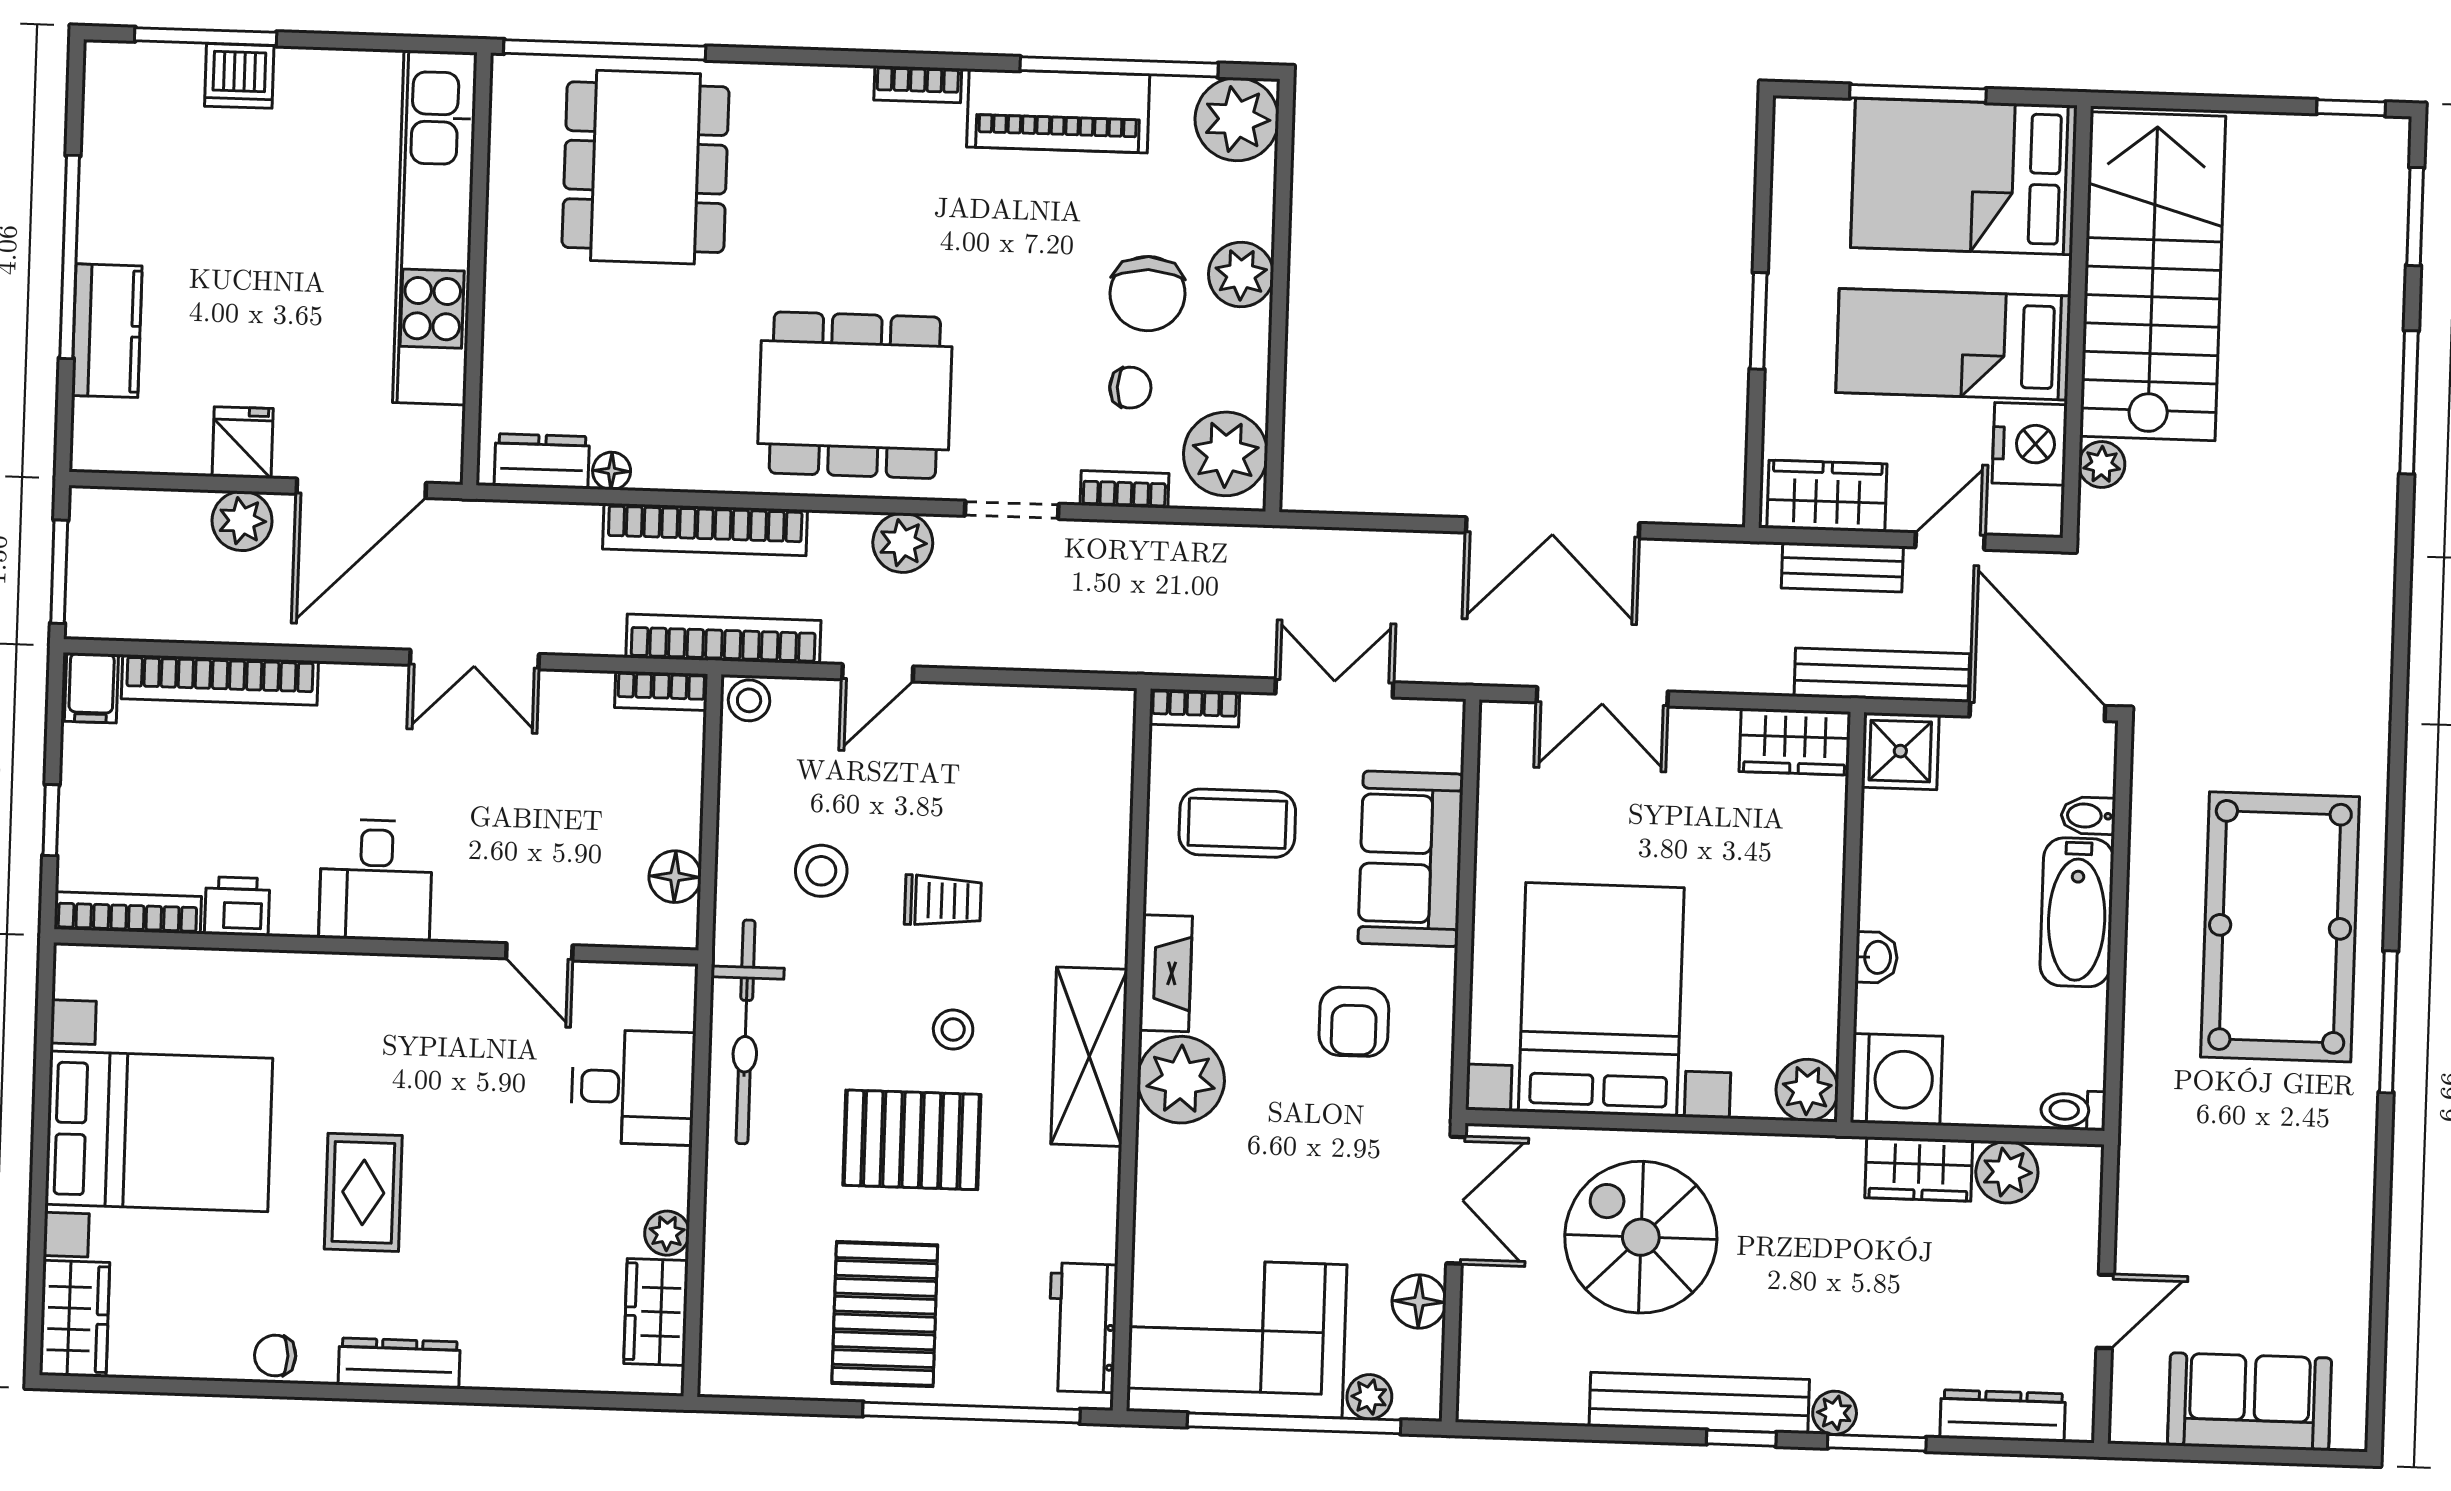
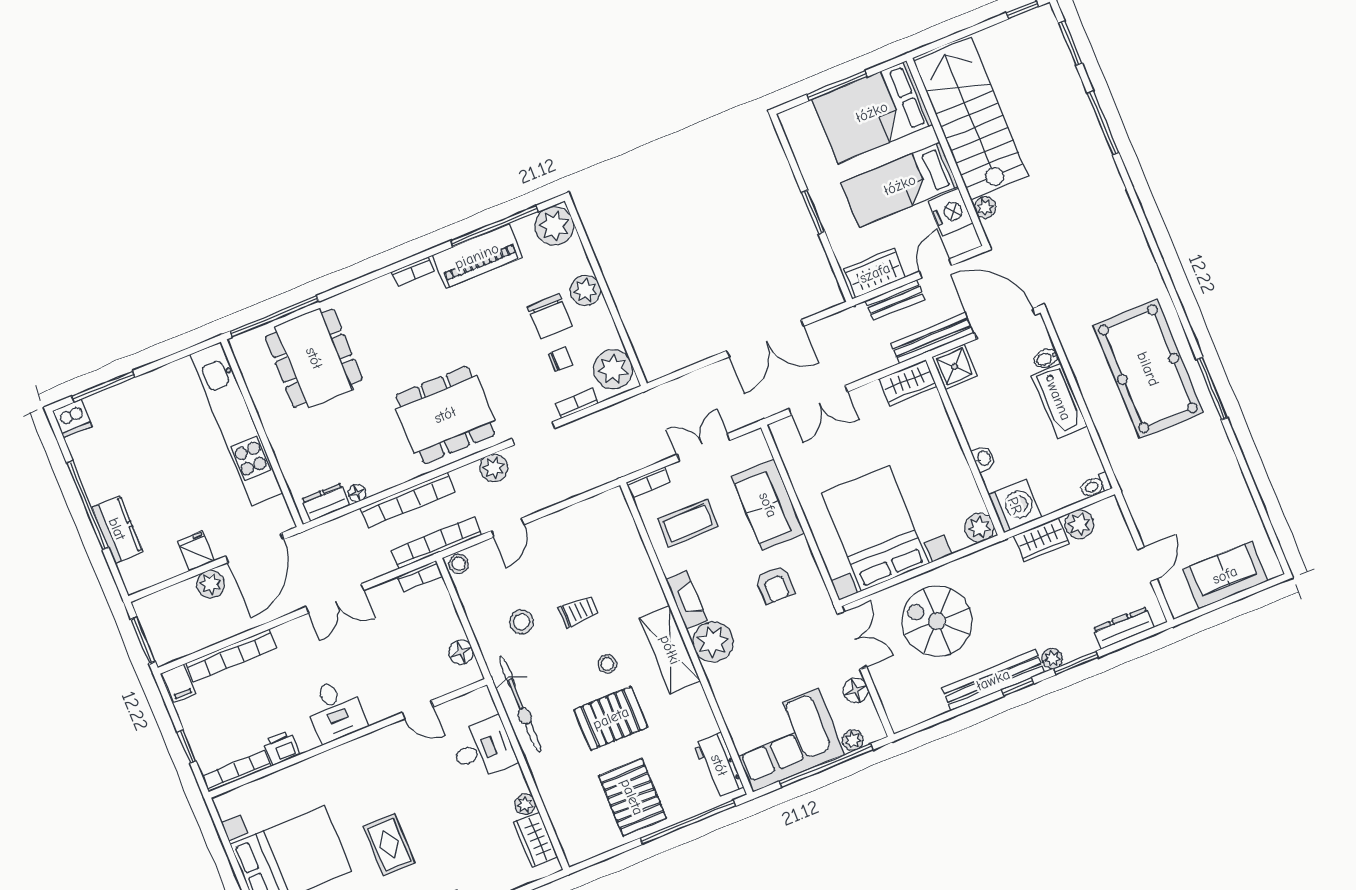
dishwasher: (239, 76) -> (72, 418), moved

